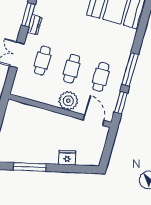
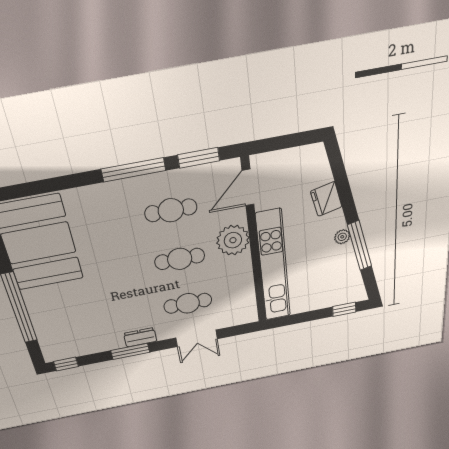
kitchen unit: (41, 116) -> (273, 267), added
plant: (40, 159) -> (342, 237), added

